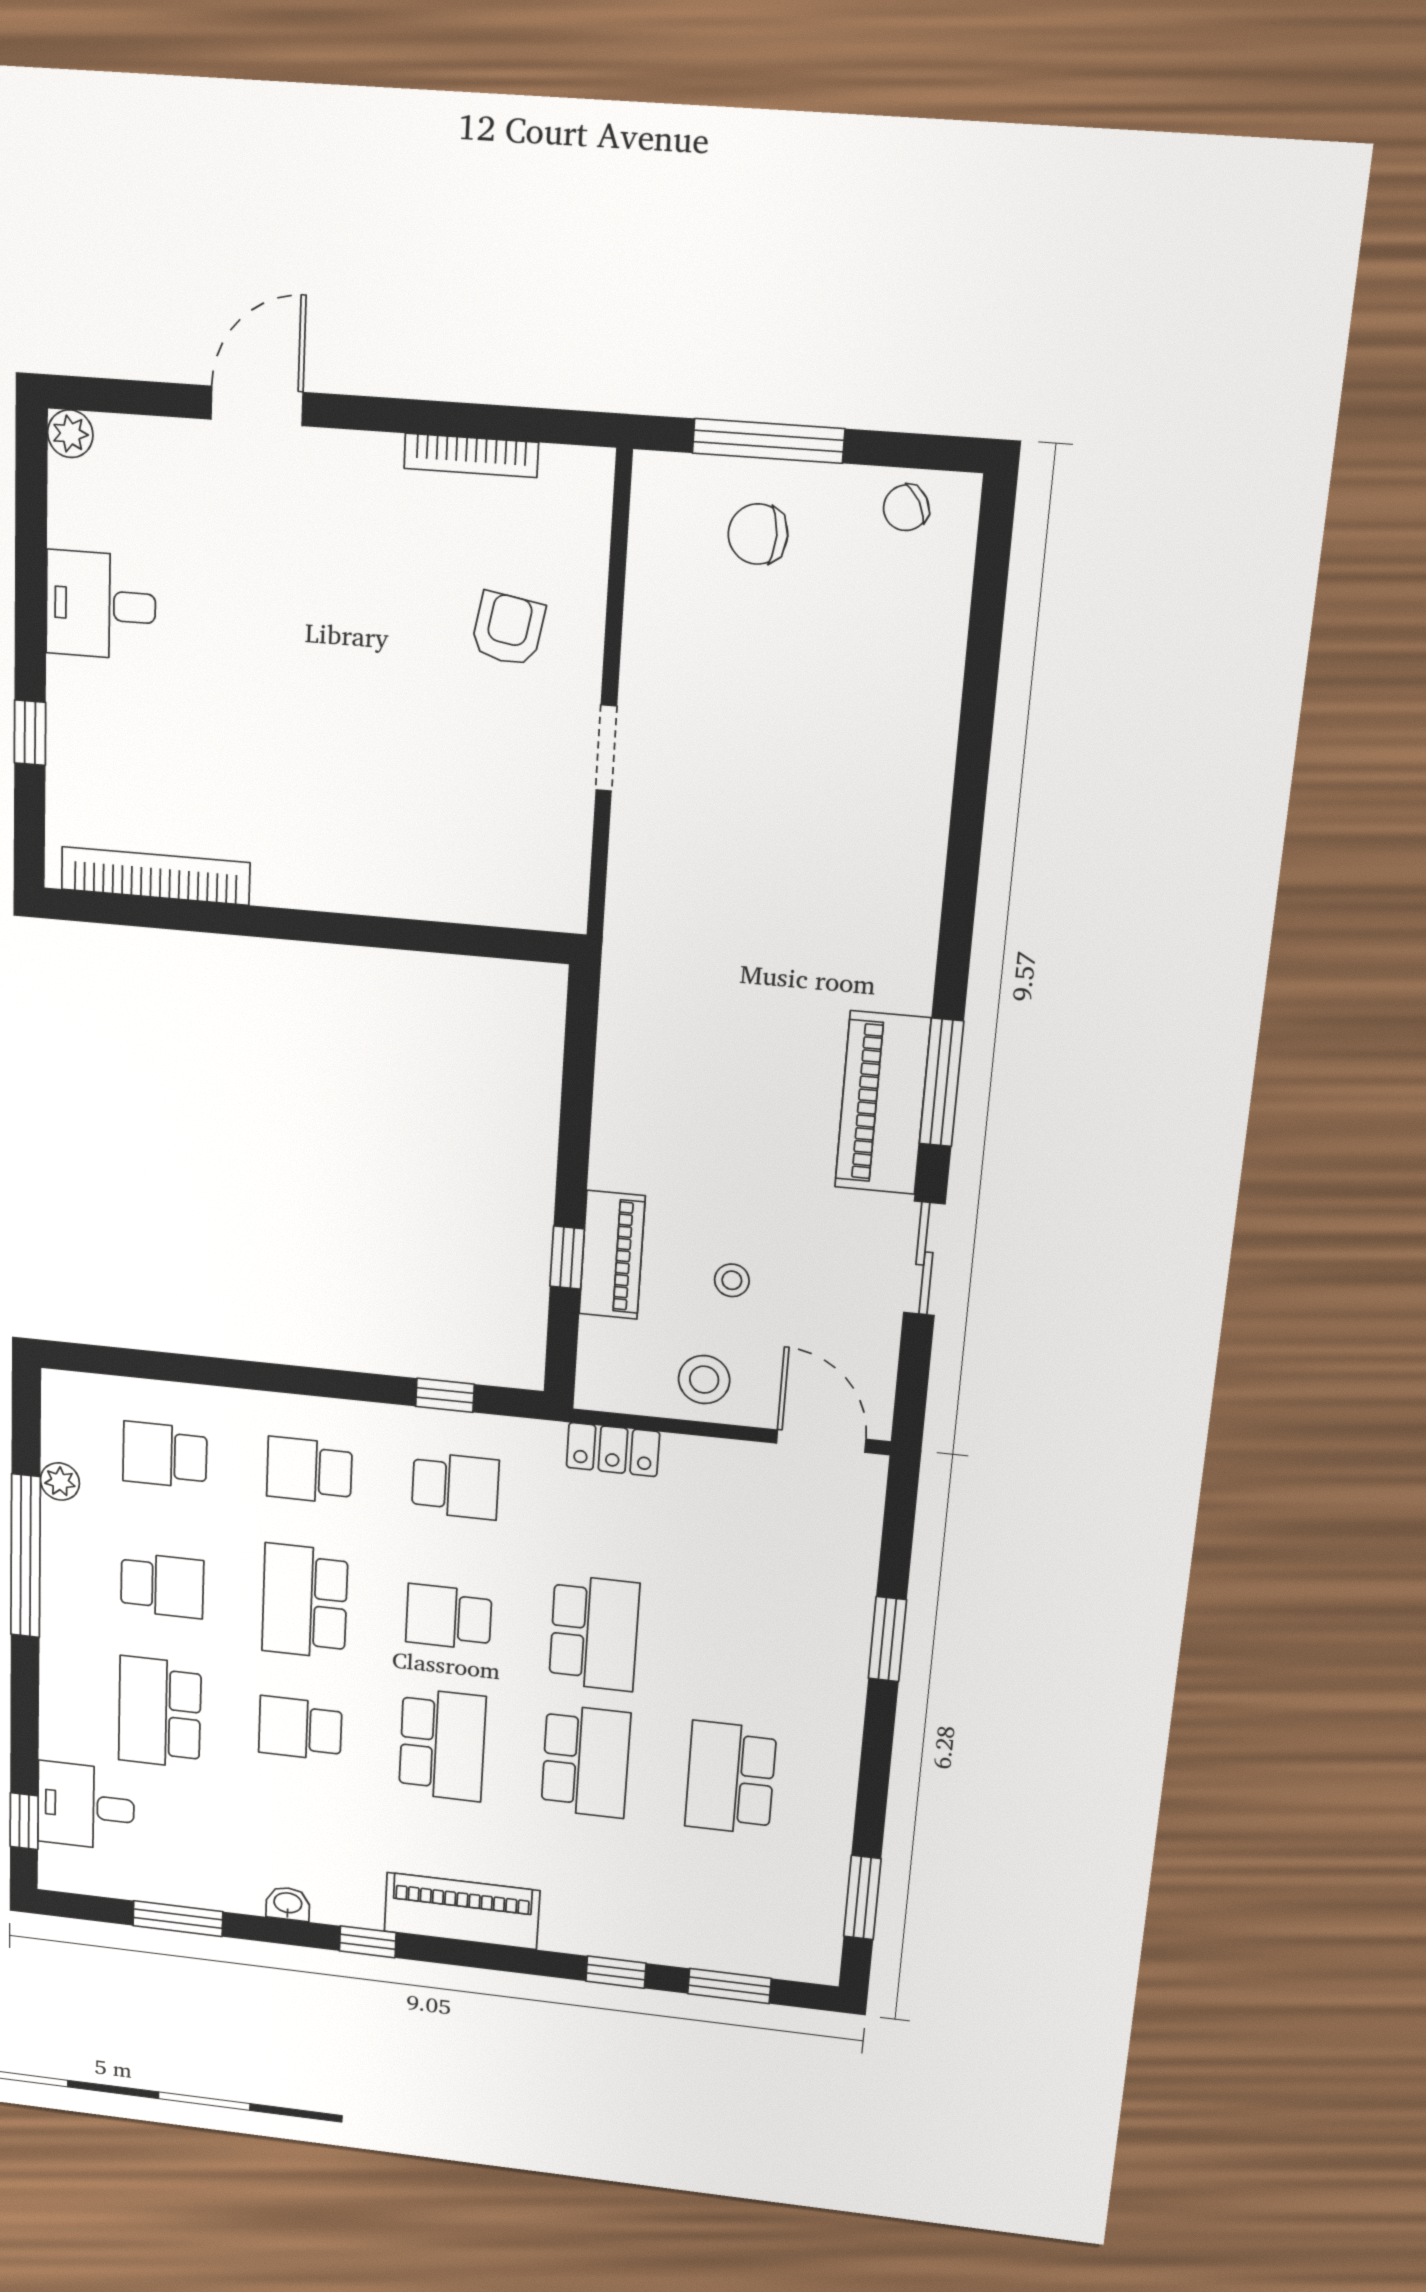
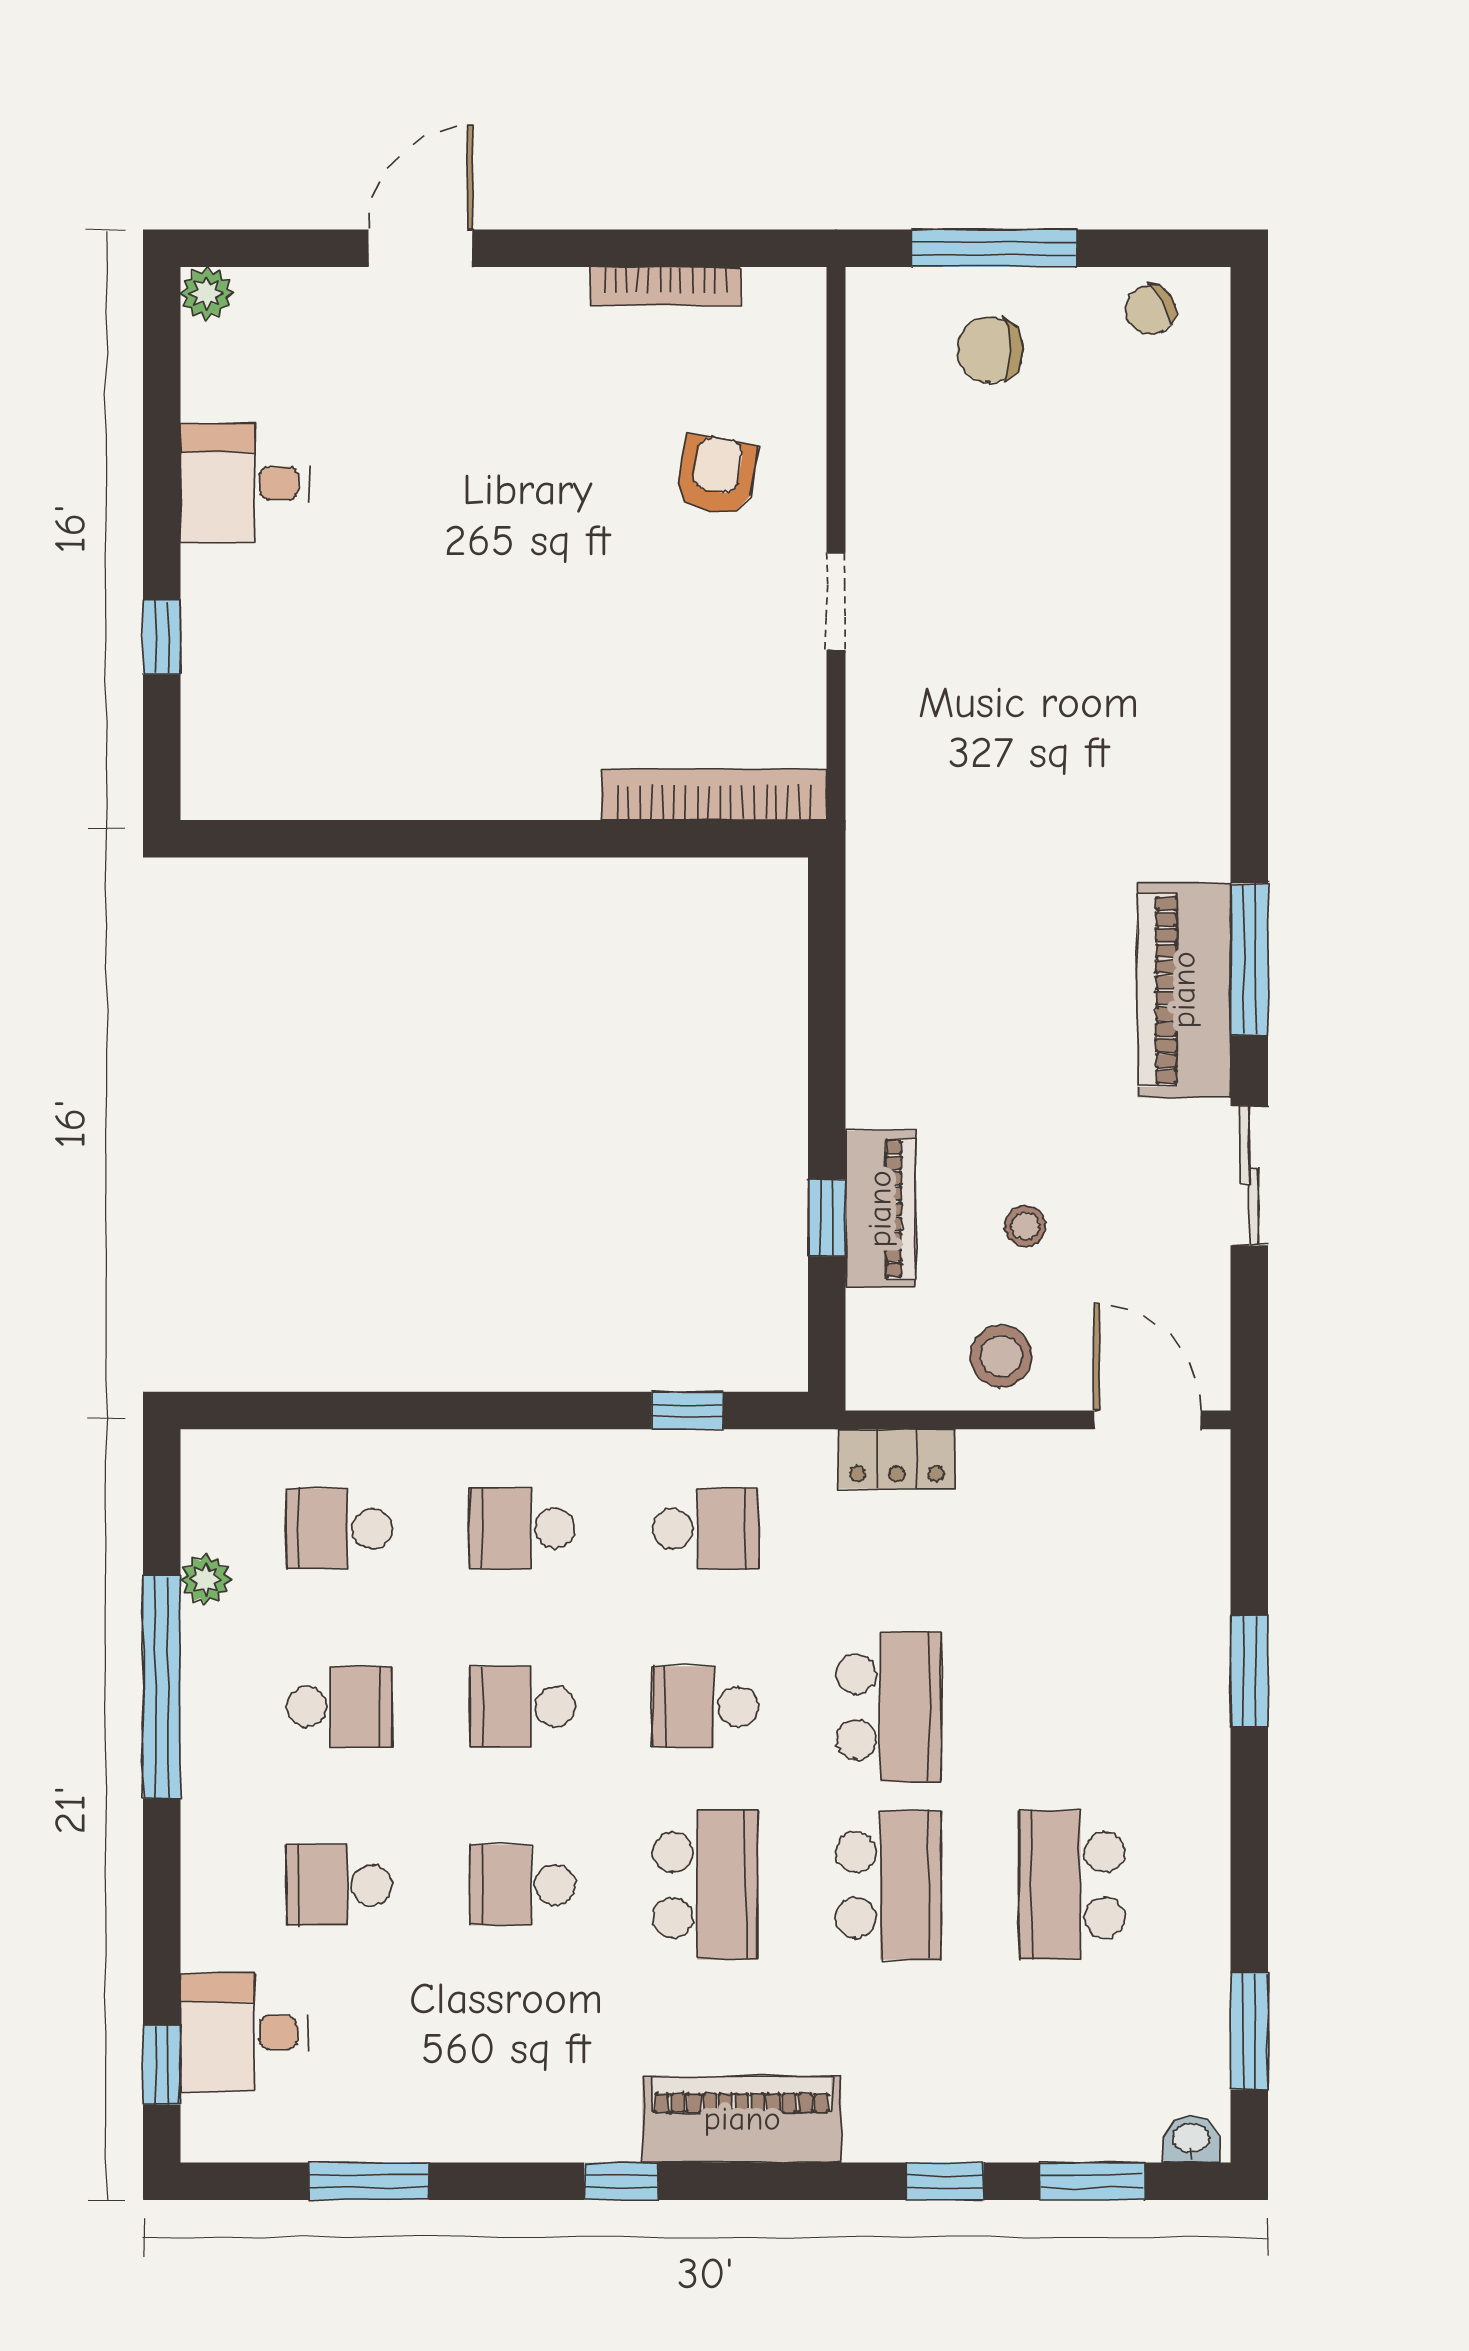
bookcase: (155, 876) -> (714, 795), moved
school desk: (305, 1601) -> (522, 1707), width x0.54
school desk: (160, 1712) -> (339, 1885), width x0.54
washbasin: (288, 1904) -> (1191, 2139), moved

